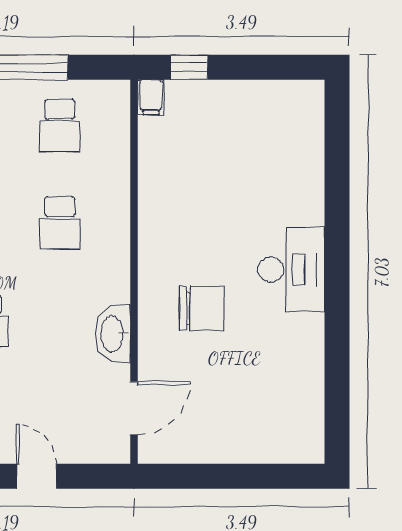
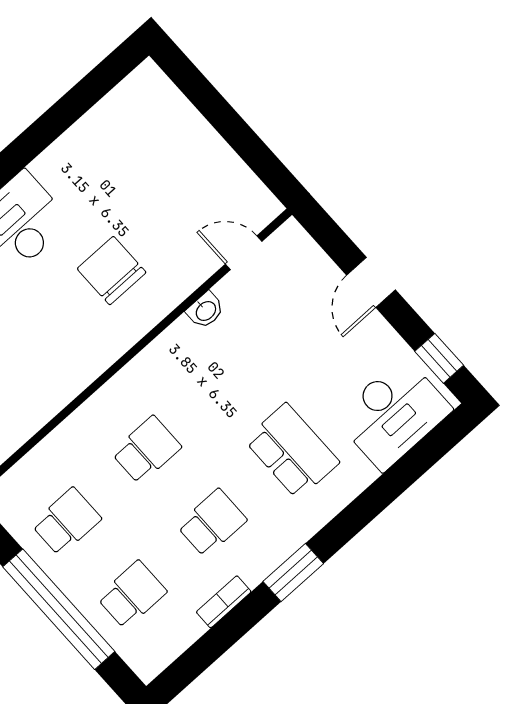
washbasin: (113, 334) -> (205, 310), width x0.52, depth x0.69
door: (134, 408) -> (244, 253), width x0.73

